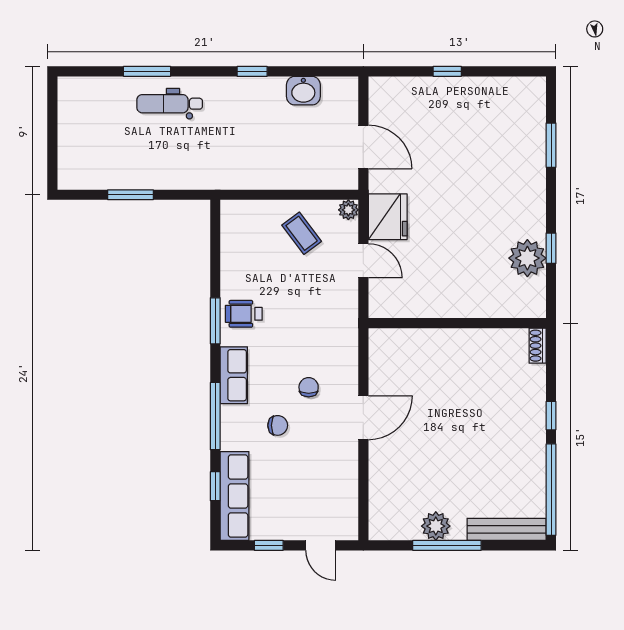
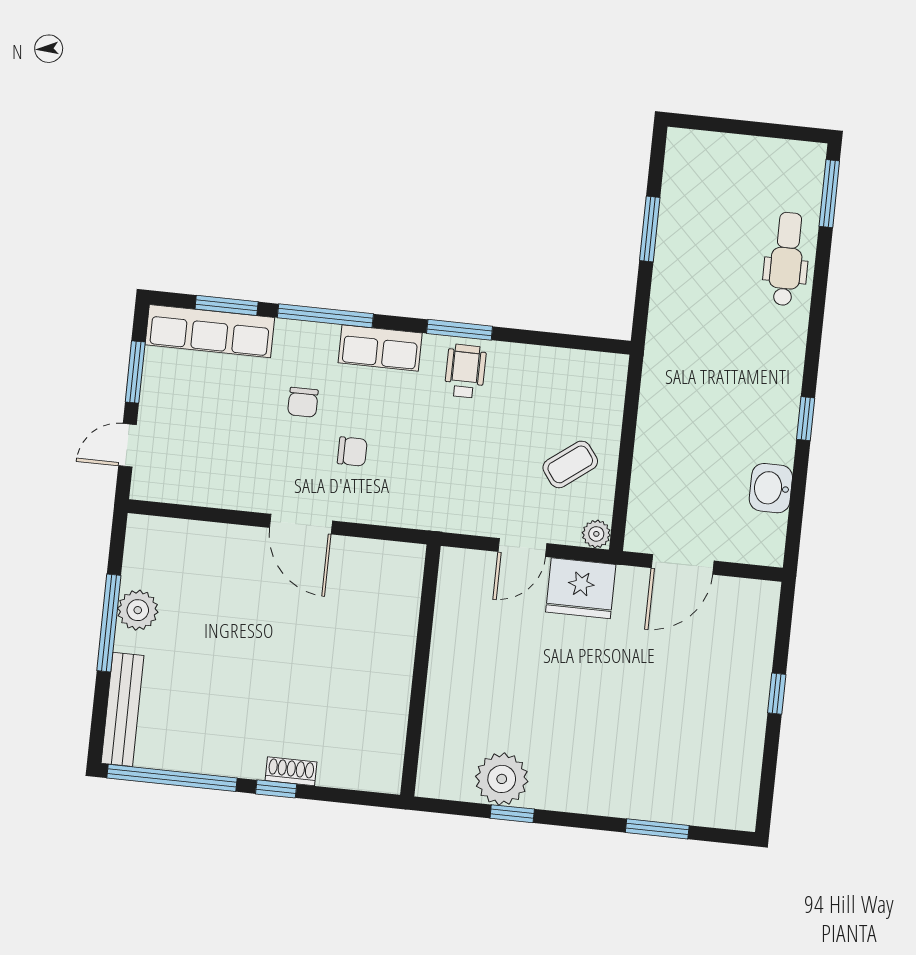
window: (147, 71) -> (829, 194), moved
dental chair: (170, 104) -> (786, 259), moved
shoe rack: (538, 346) -> (291, 771), moved
window: (215, 486) -> (227, 305), width x1.50
window: (269, 545) -> (135, 372), width x1.50

